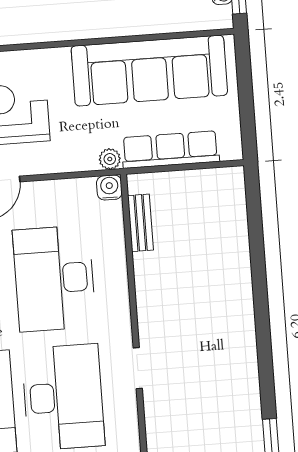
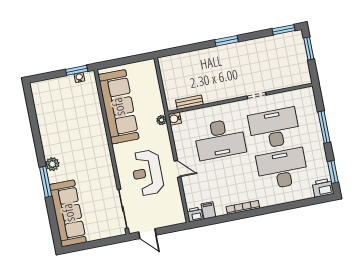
row of seats: (170, 150) -> (154, 93), removed
window: (262, 318) -> (227, 41), added

